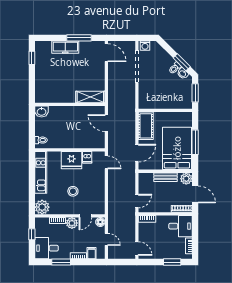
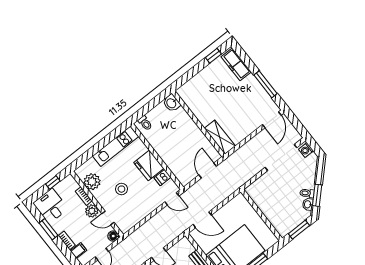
freezer: (65, 47) -> (236, 64), moved
cot: (146, 126) -> (233, 208), removed
door: (106, 162) -> (172, 199), hinge flipped
plant: (42, 207) -> (92, 182), moved

